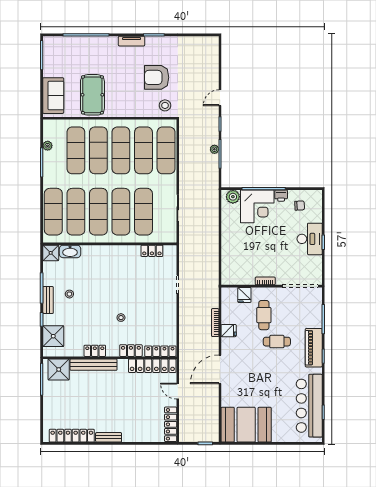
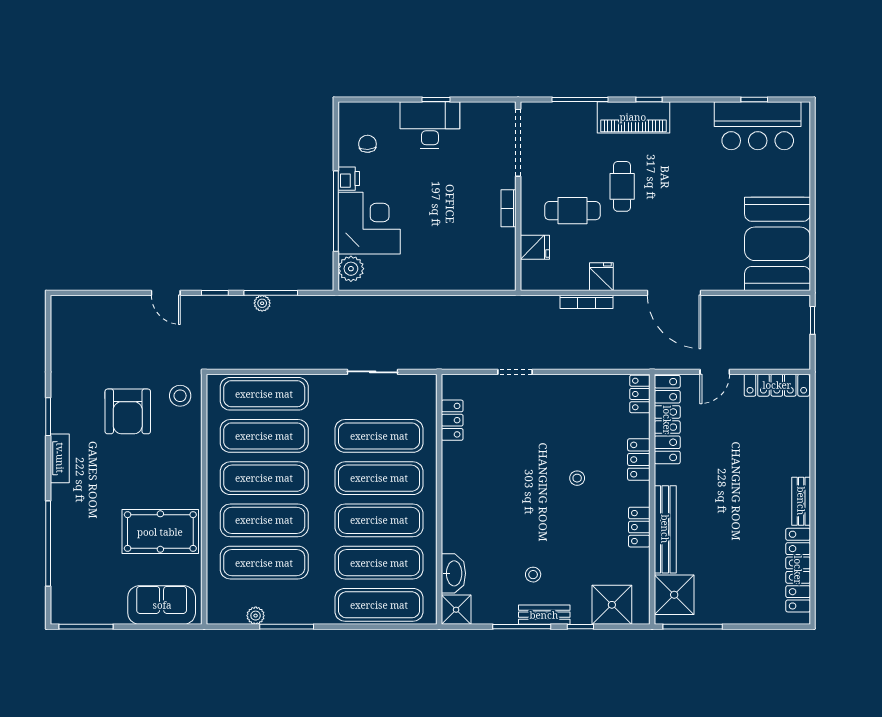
locker: (160, 351) -> (640, 394), width x0.66
bar counter: (309, 406) -> (758, 126), width x0.73

